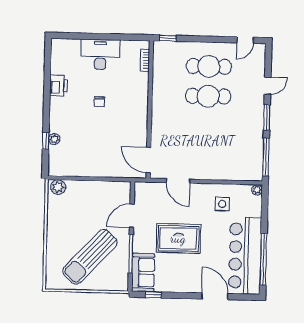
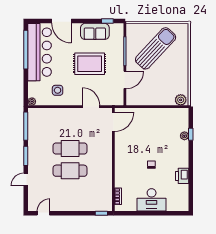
cafe table: (209, 66) -> (70, 148), moved
door: (149, 160) -> (113, 122), hinge flipped
sofa: (143, 273) -> (95, 31), moved, turned -90

